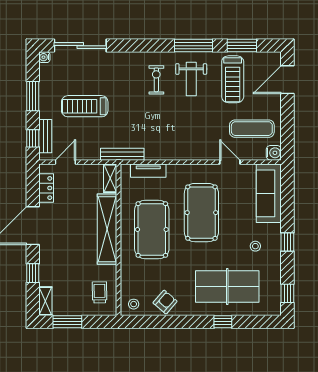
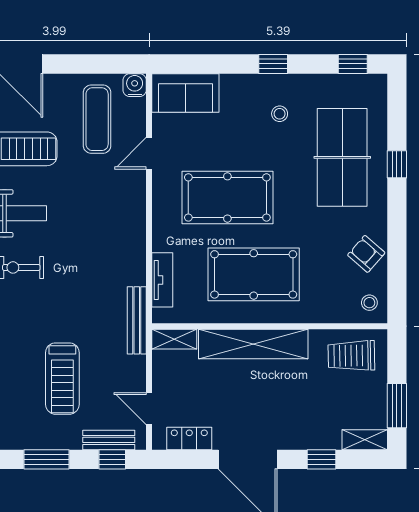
sofa: (269, 193) -> (185, 93), width x0.73
trolley: (100, 292) -> (351, 356), width x1.36, depth x1.39

